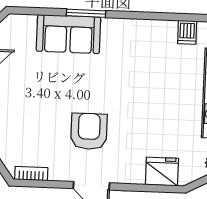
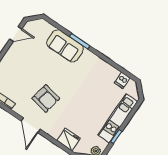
armchair: (89, 131) -> (46, 98), turned 101

